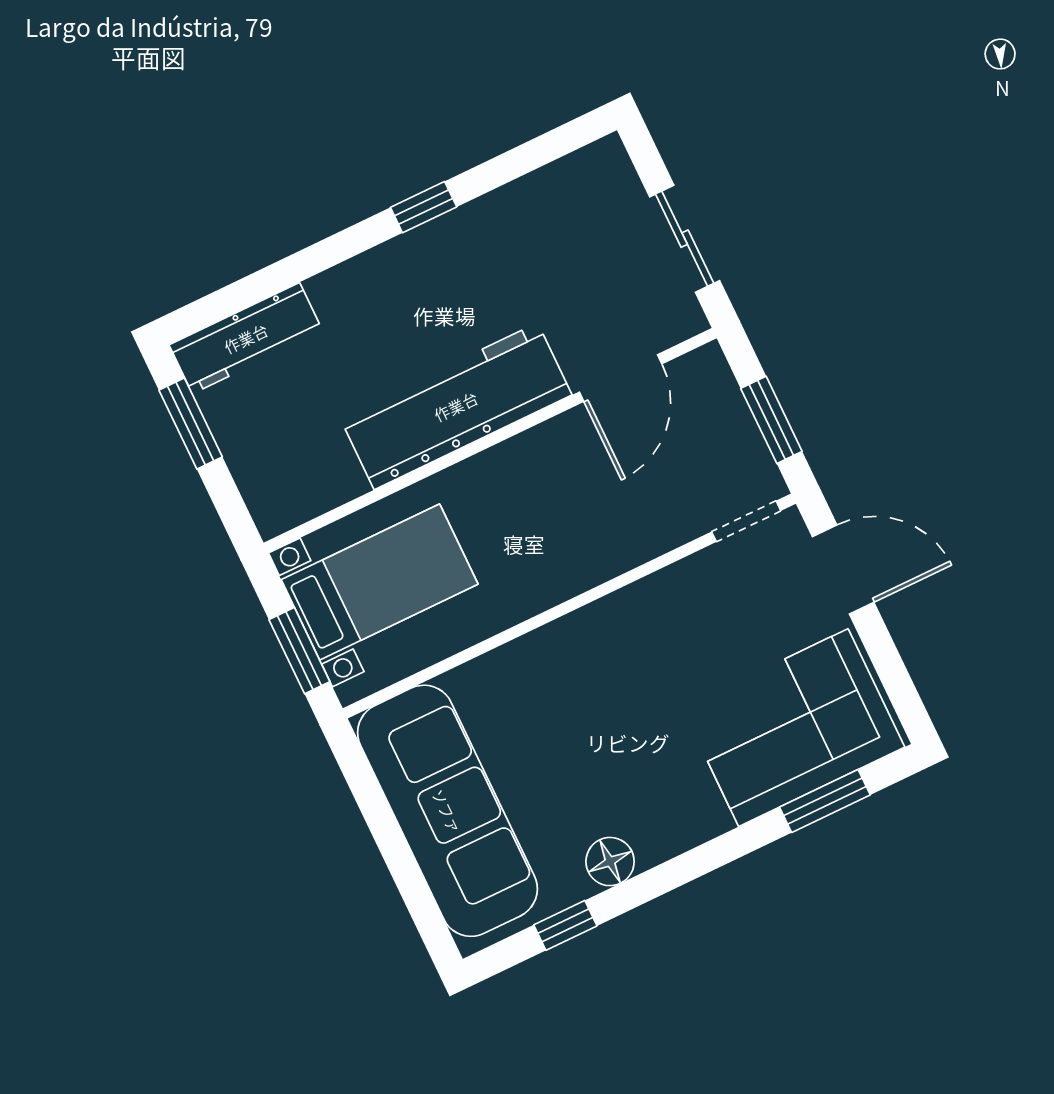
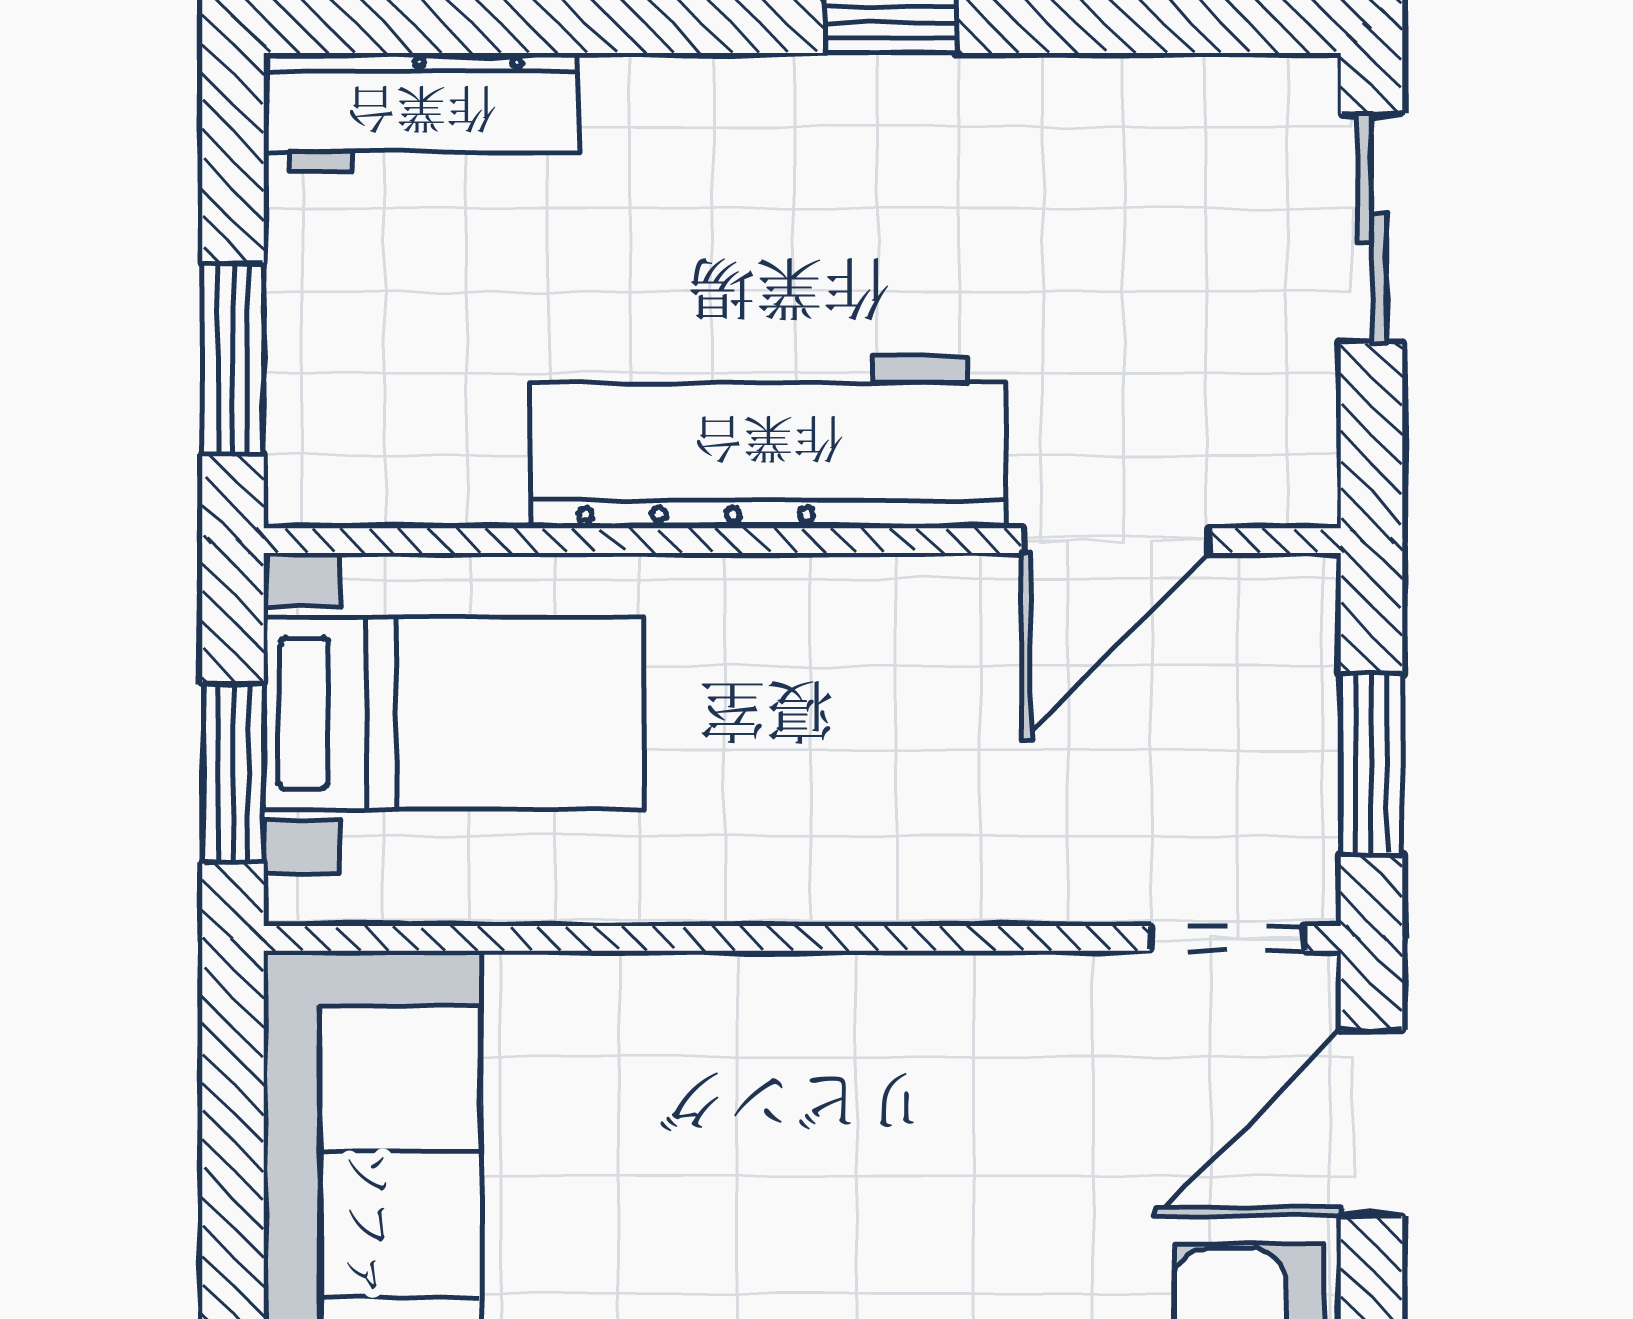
sliding door: (685, 239) -> (1371, 228), moved
window: (191, 423) -> (233, 358), moved
door: (843, 569) -> (1371, 1123), swing flipped

